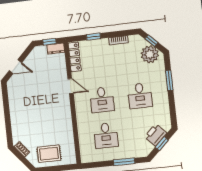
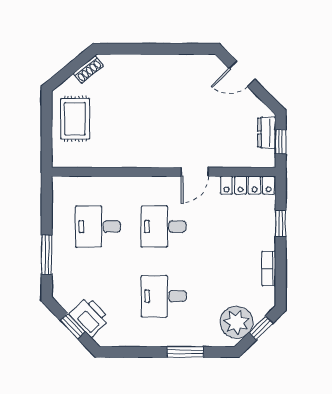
dresser: (56, 49) -> (267, 133), moved
door: (15, 67) -> (242, 74), hinge flipped

